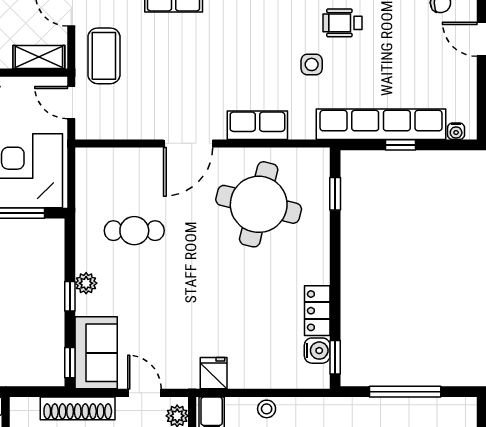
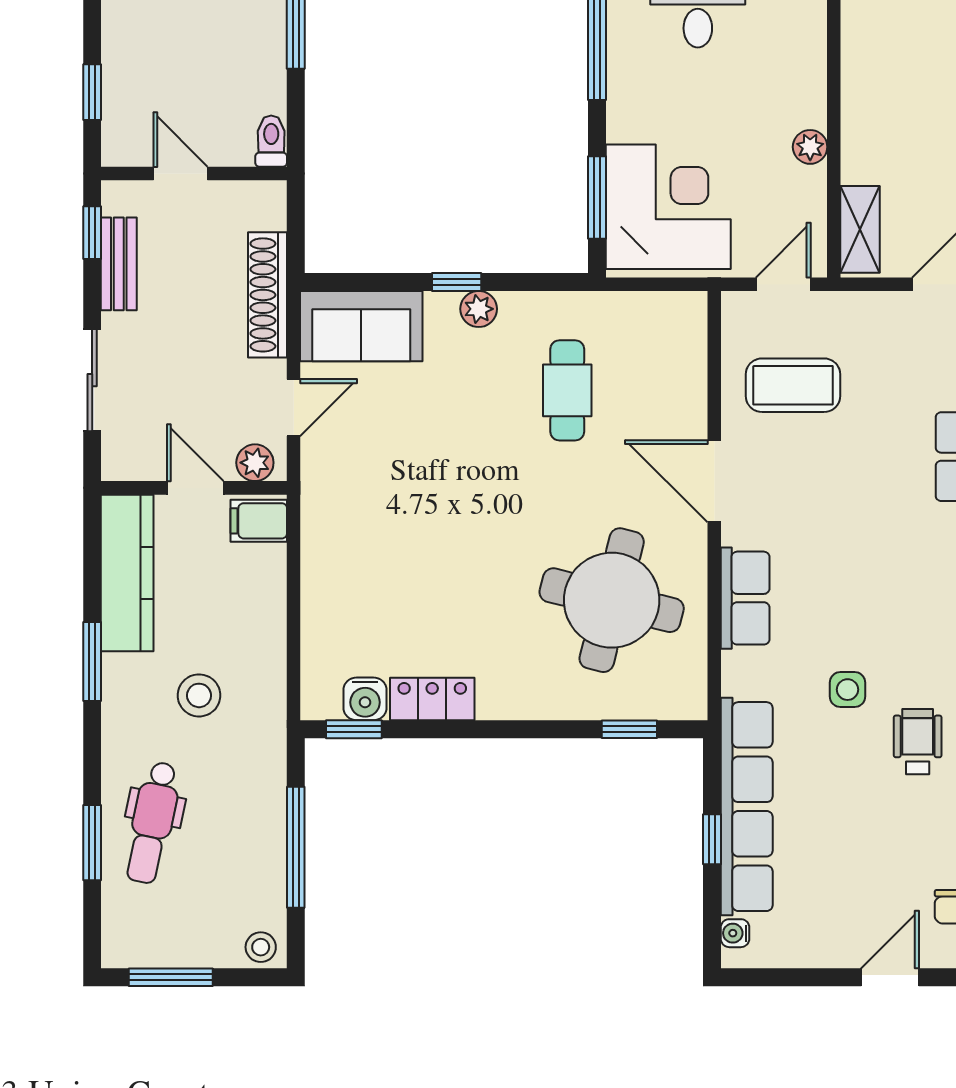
coffee table: (104, 56) -> (793, 385), moved
window: (70, 363) -> (345, 282), removed
fridge: (214, 373) -> (327, 524), removed
stool: (267, 409) -> (261, 947), moved

